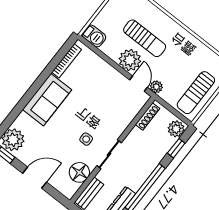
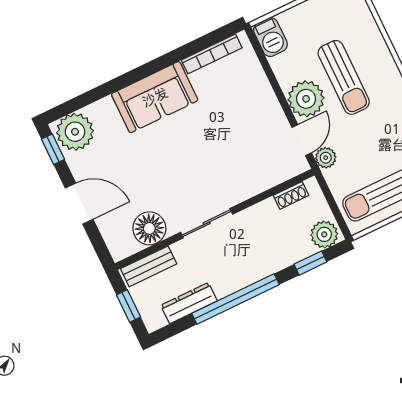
shoe rack: (148, 117) -> (291, 195), width x0.70
side table: (86, 139) -> (184, 184), removed

